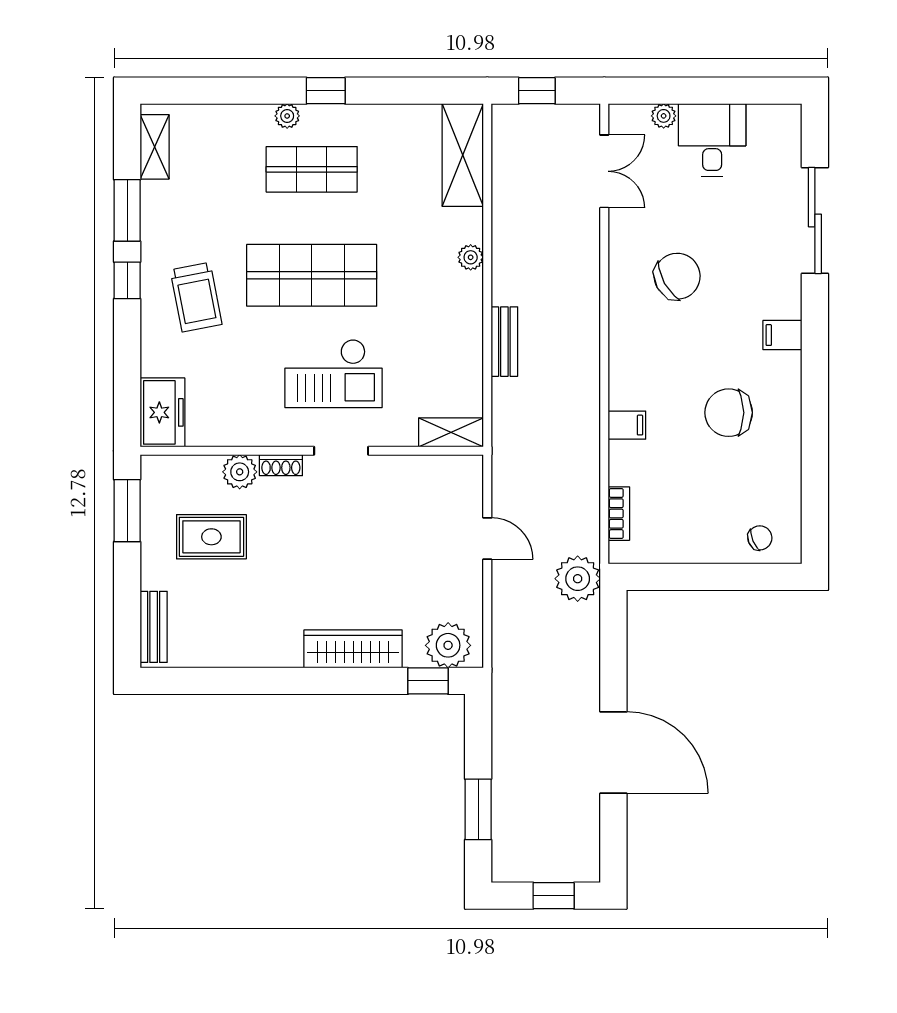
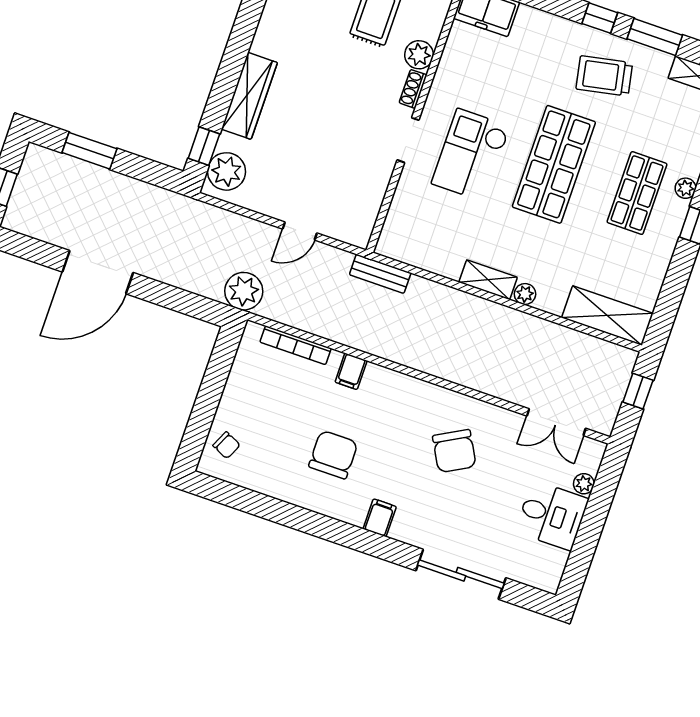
trolley: (196, 297) -> (604, 76), moved
bench: (504, 342) -> (380, 274), moved
shelving: (451, 432) -> (488, 280), moved, turned 90
bookcase: (619, 514) -> (296, 345), width x1.56
chair: (760, 538) -> (227, 445), turned -42

